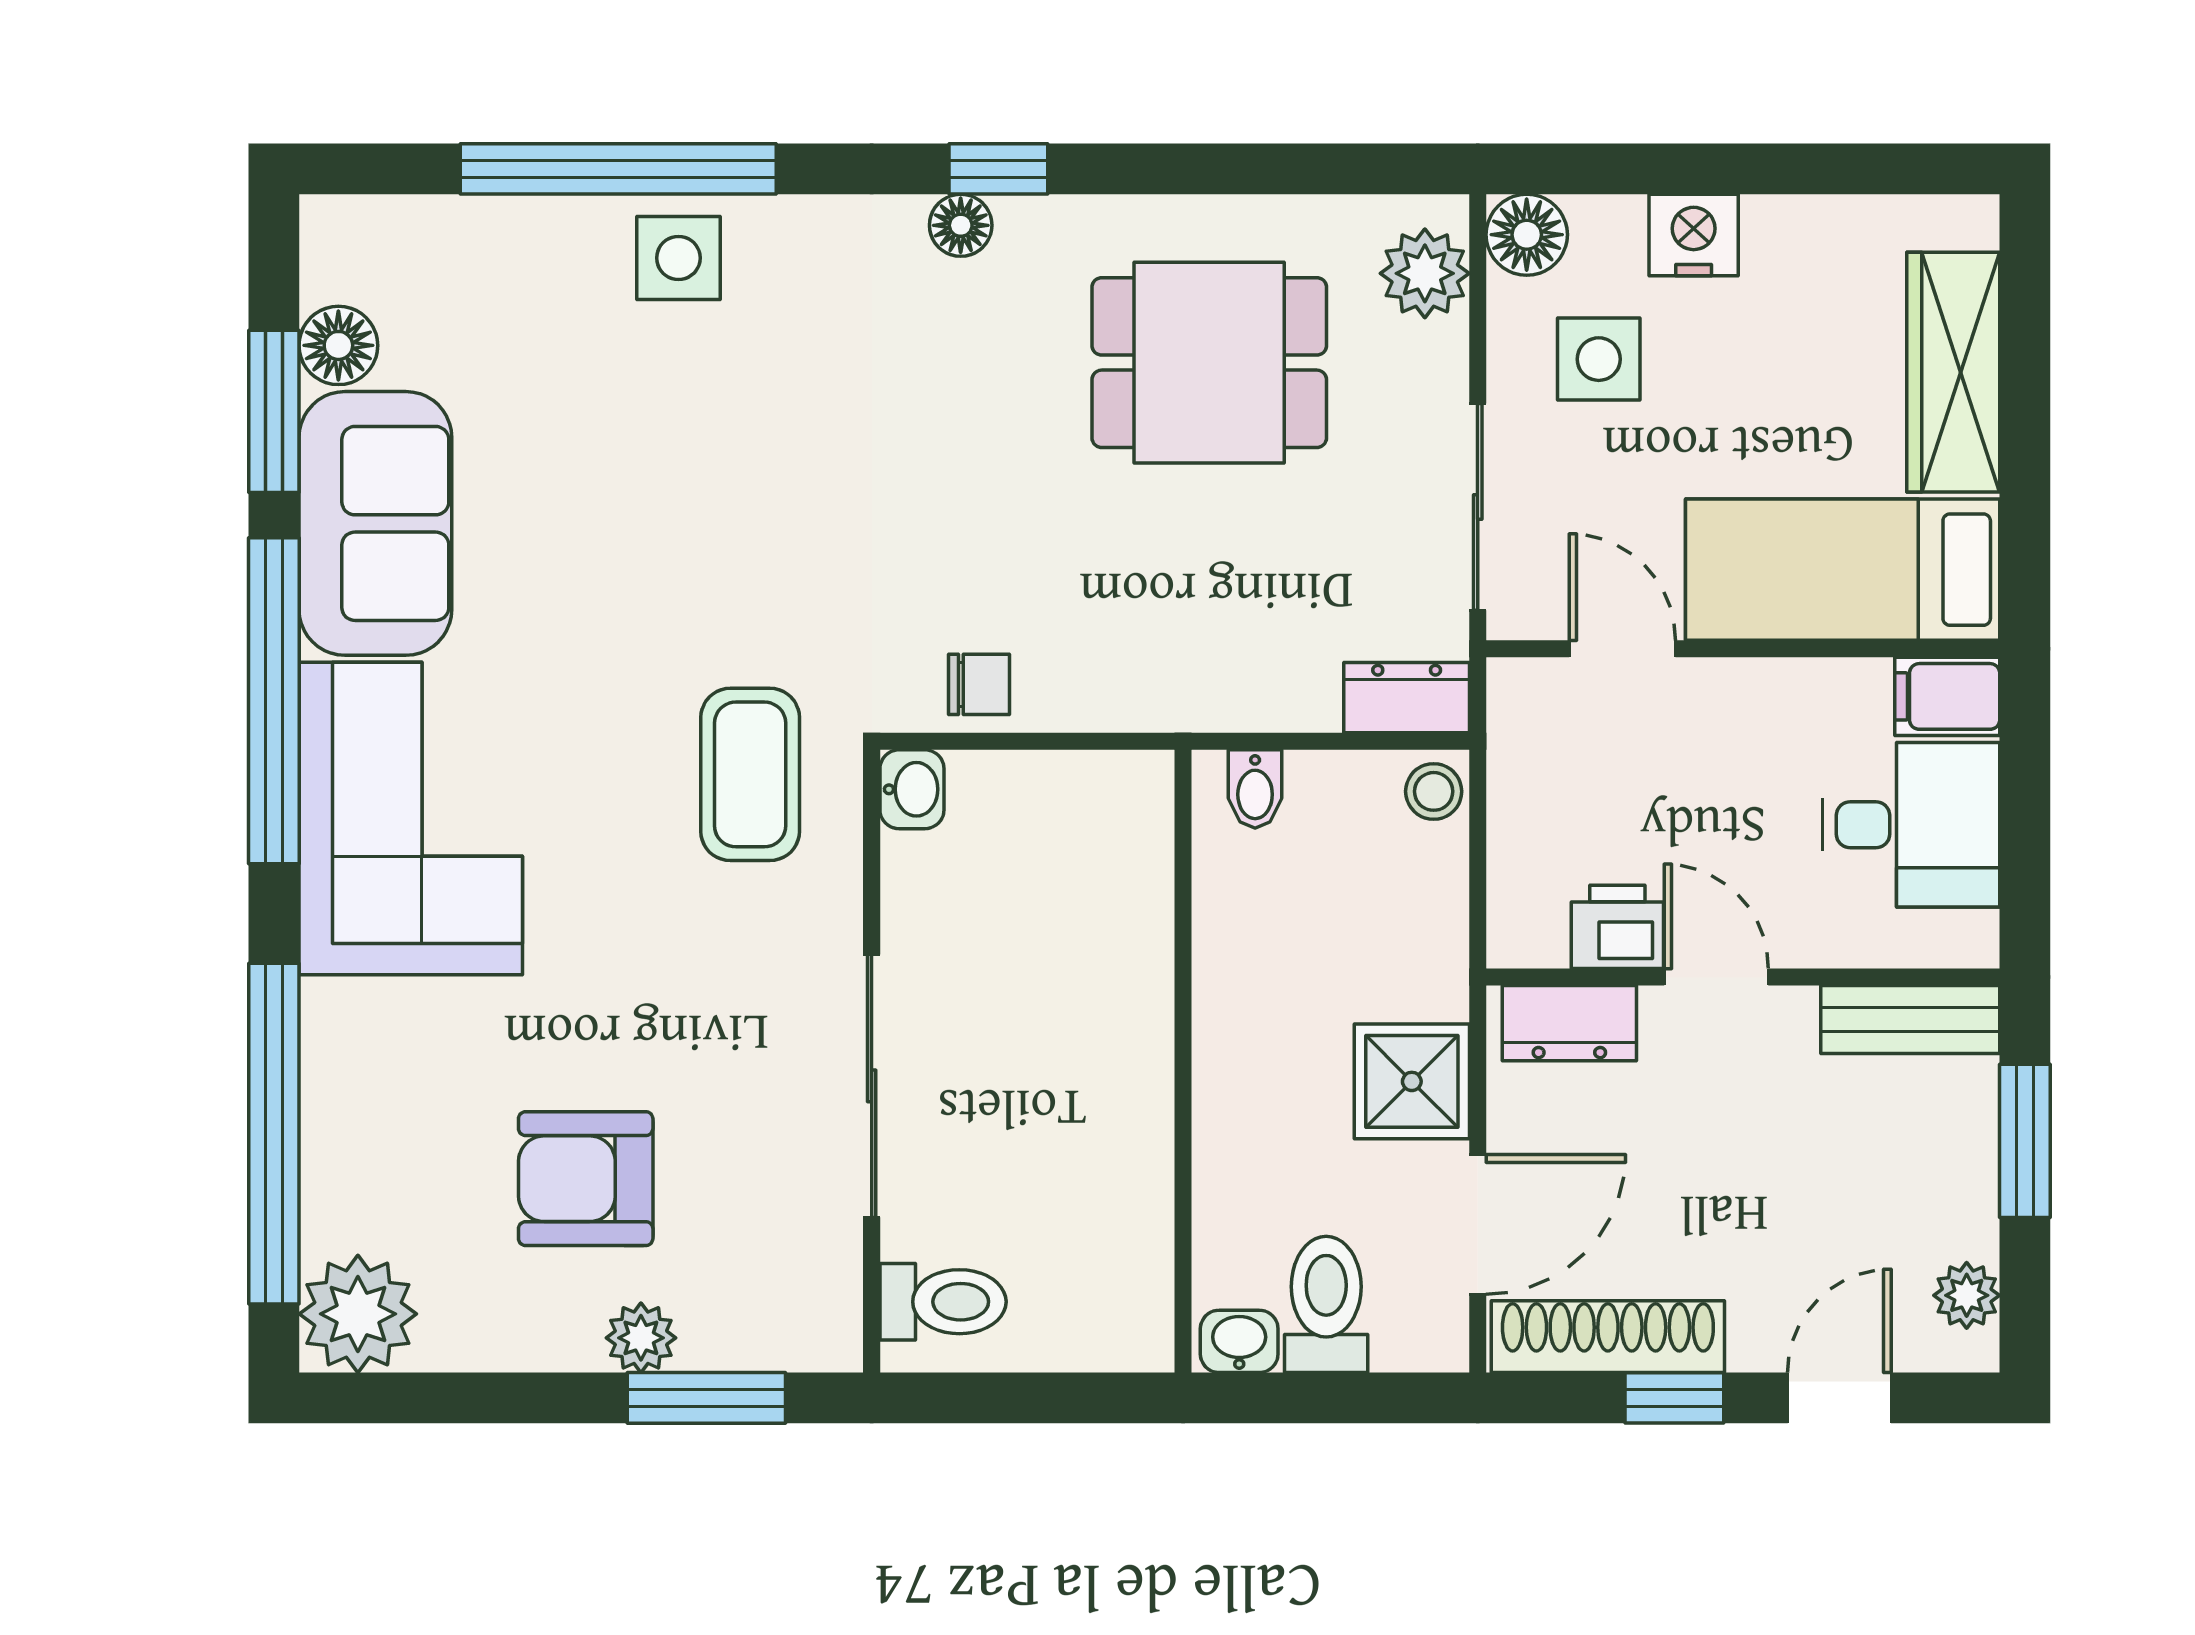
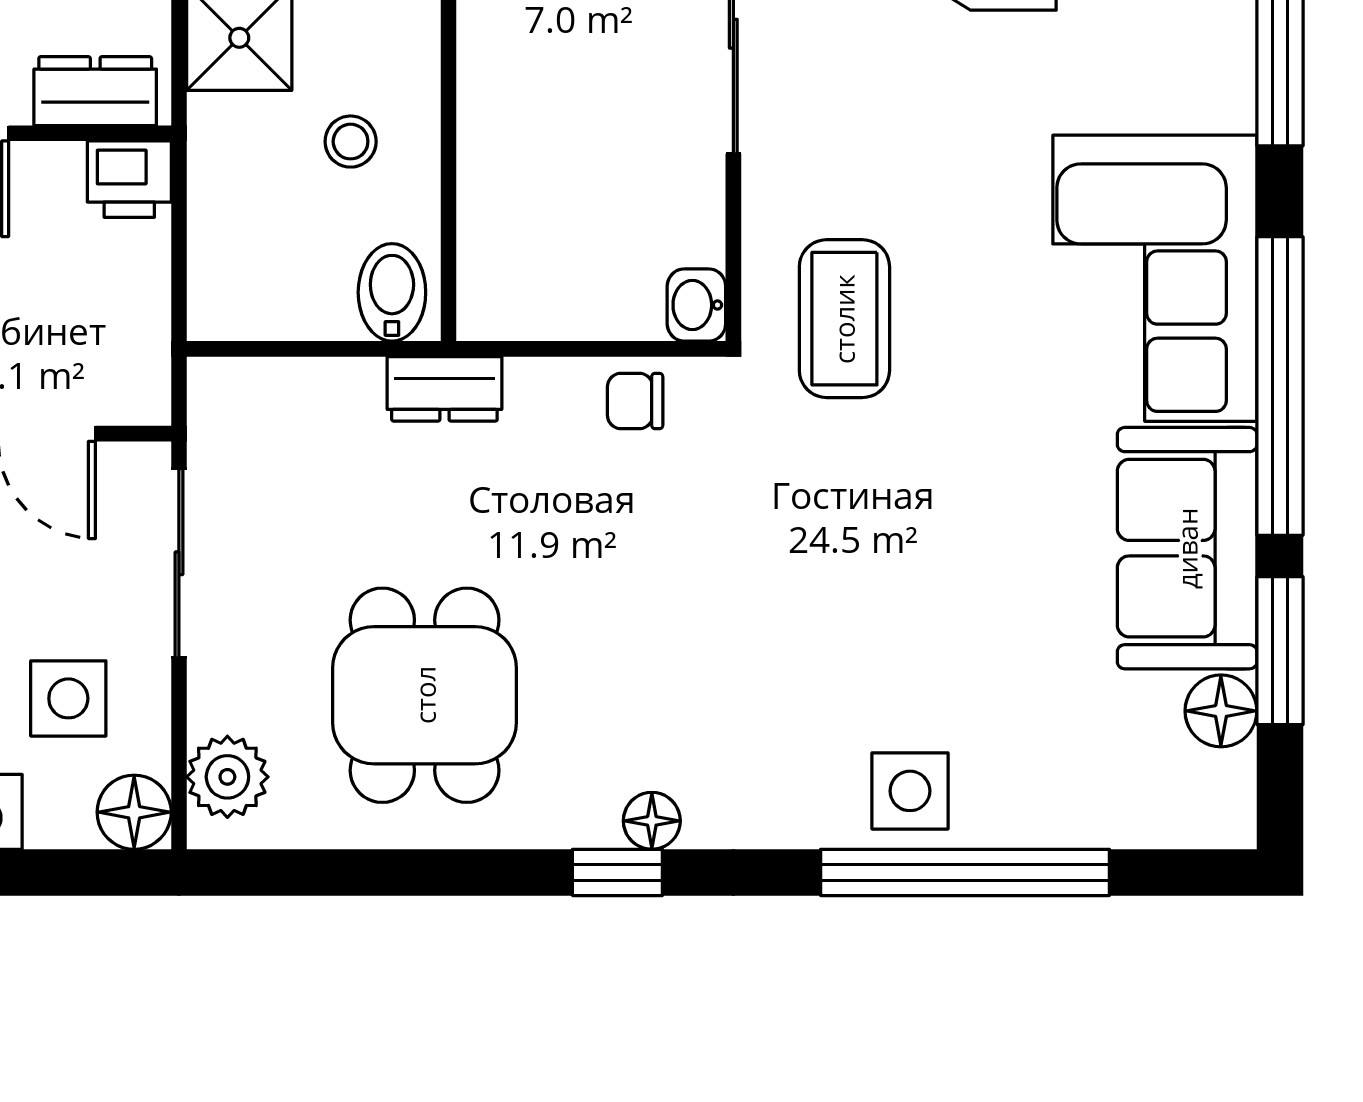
dining table: (1209, 363) -> (425, 695), turned 90
dresser: (1407, 698) -> (444, 389), moved
bidet: (1255, 789) -> (392, 292), width x1.38, depth x1.36
stool: (1434, 791) -> (351, 142), moved
printer: (1617, 927) -> (129, 179), moved

